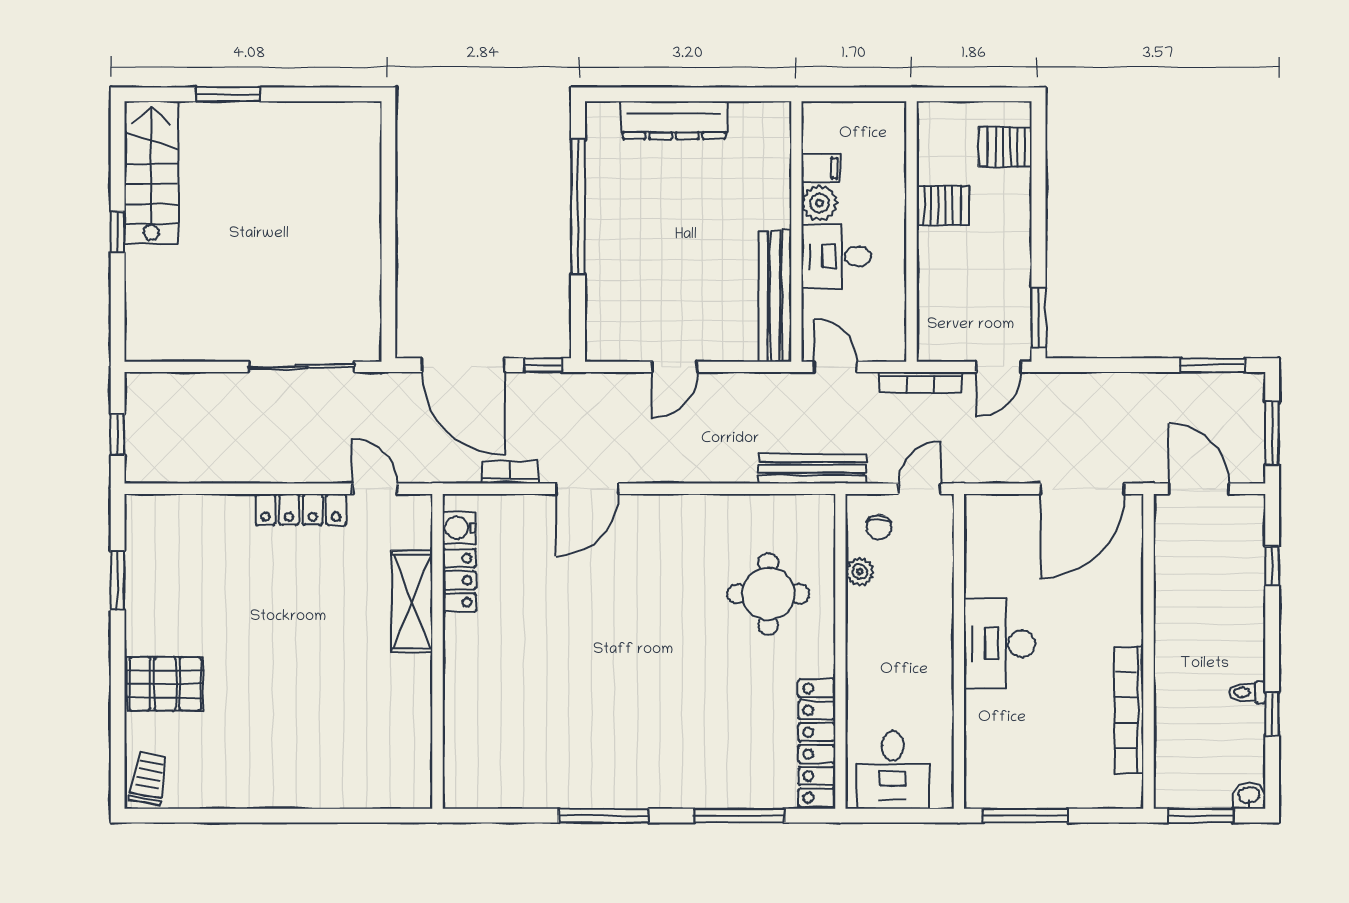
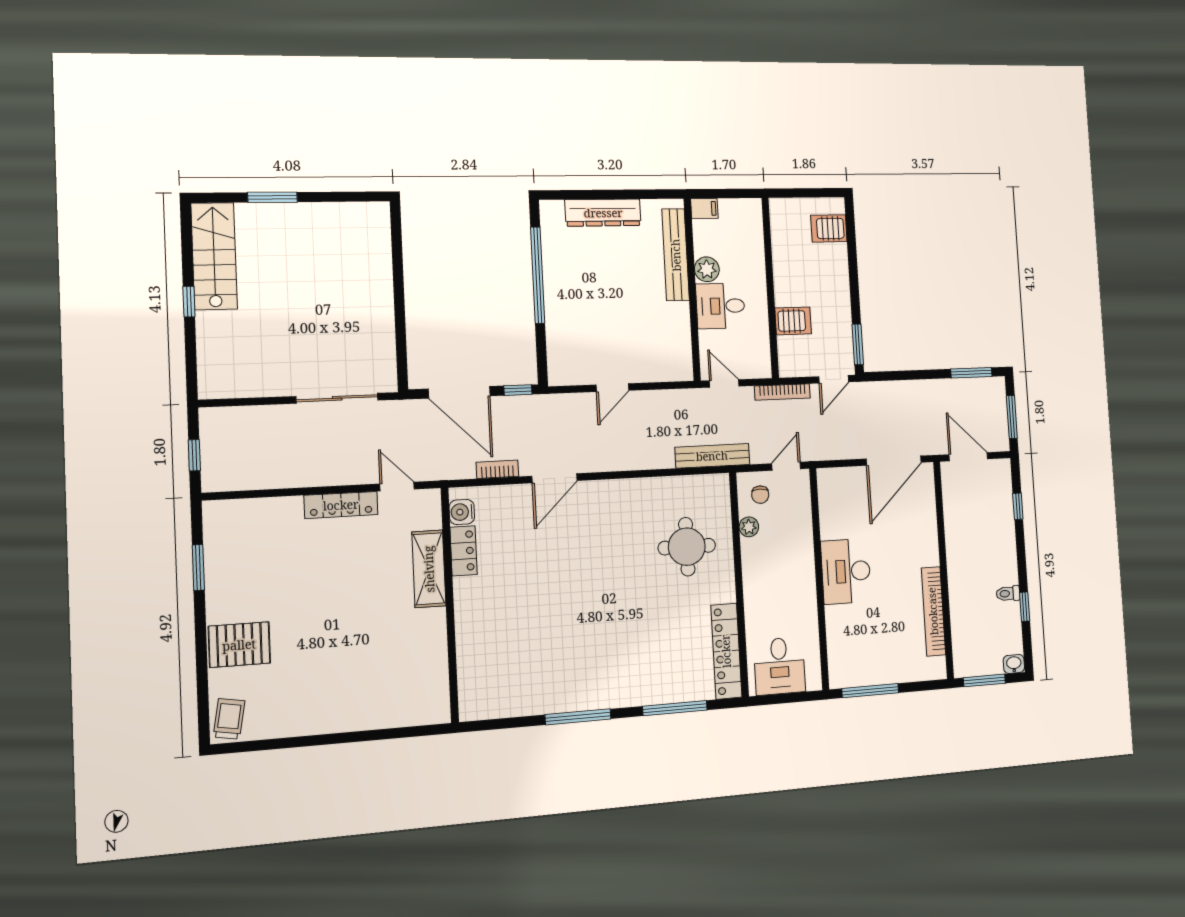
filing cabinet: (821, 168) -> (704, 208), moved
server rack: (943, 205) -> (793, 321), moved
bench: (775, 296) -> (676, 255), moved

